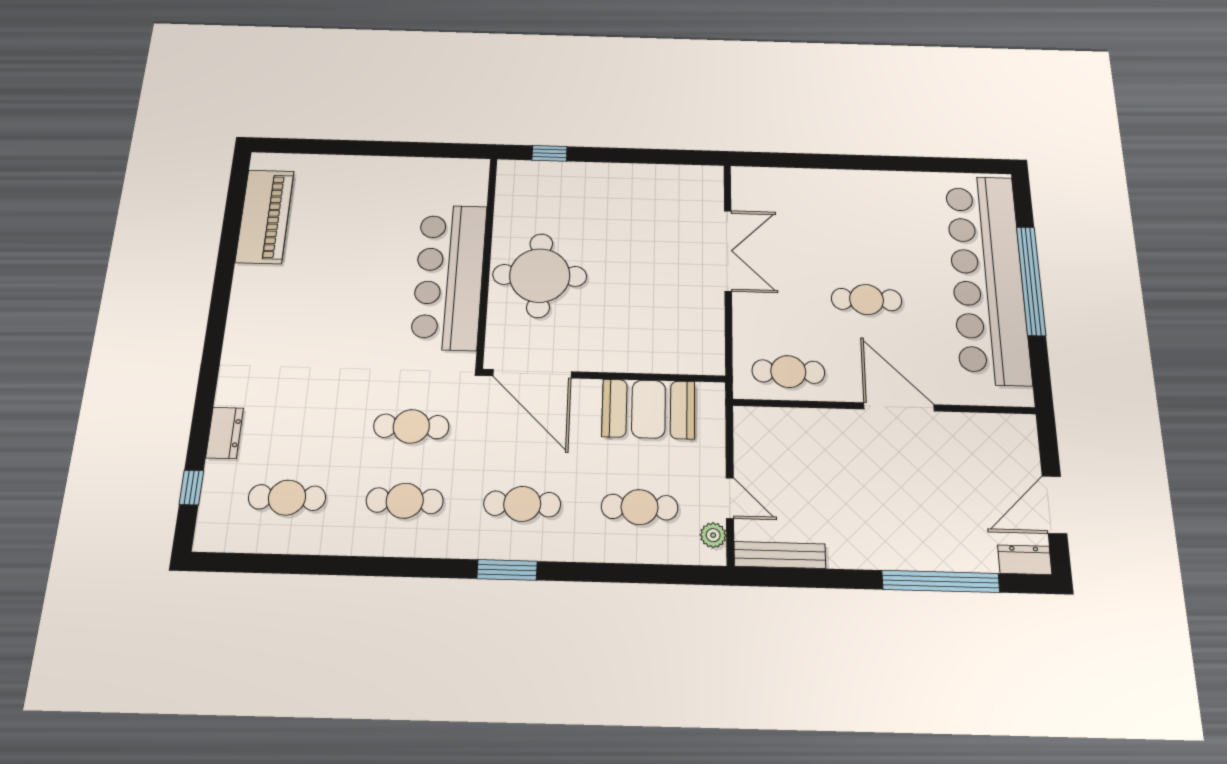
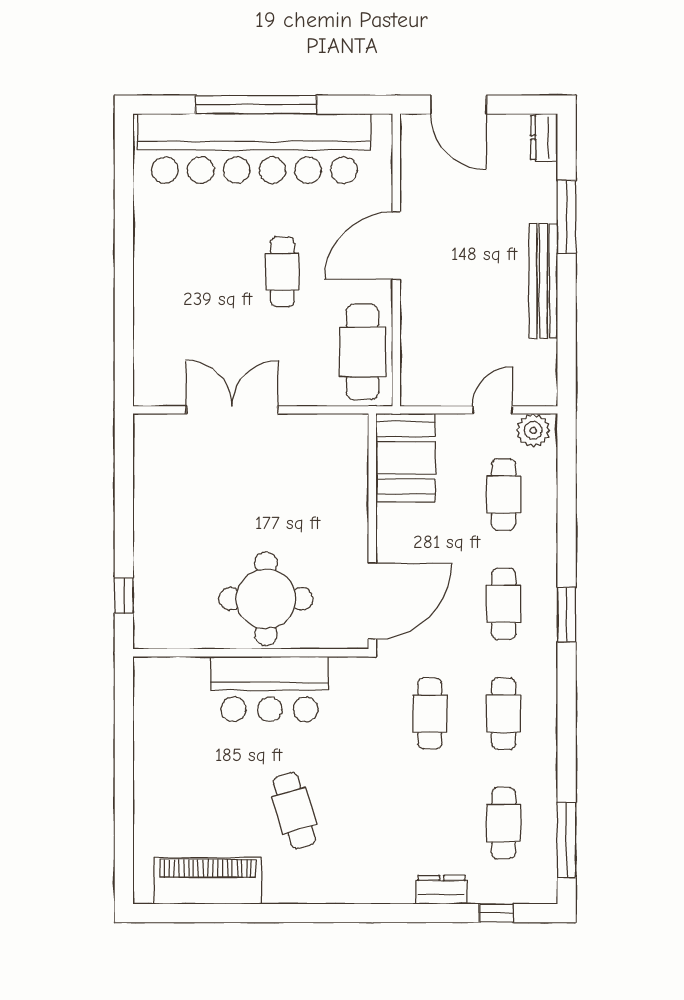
bar counter: (449, 276) -> (270, 689), width x0.73
cafe table: (325, 295) -> (294, 811), added
cafe table: (788, 372) -> (362, 352), width x1.37, depth x1.35
booth: (648, 409) -> (405, 458), moved
door: (1054, 505) -> (458, 105), moved
plant: (713, 535) -> (533, 430), width x1.38, depth x1.38
bench: (780, 555) -> (543, 281), moved, width x1.37, depth x1.21
window: (260, 563) -> (567, 840), added
window: (941, 581) -> (567, 217), width x0.68

